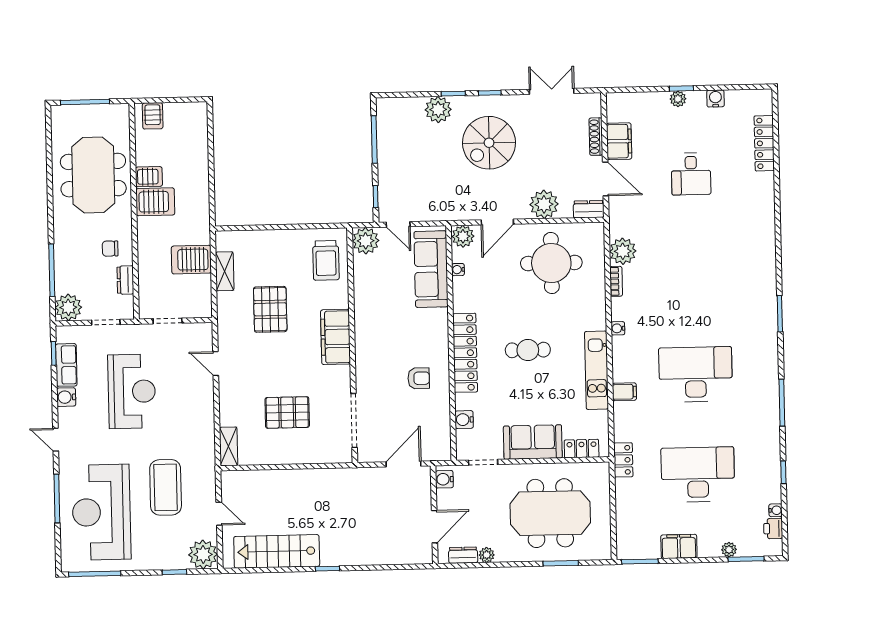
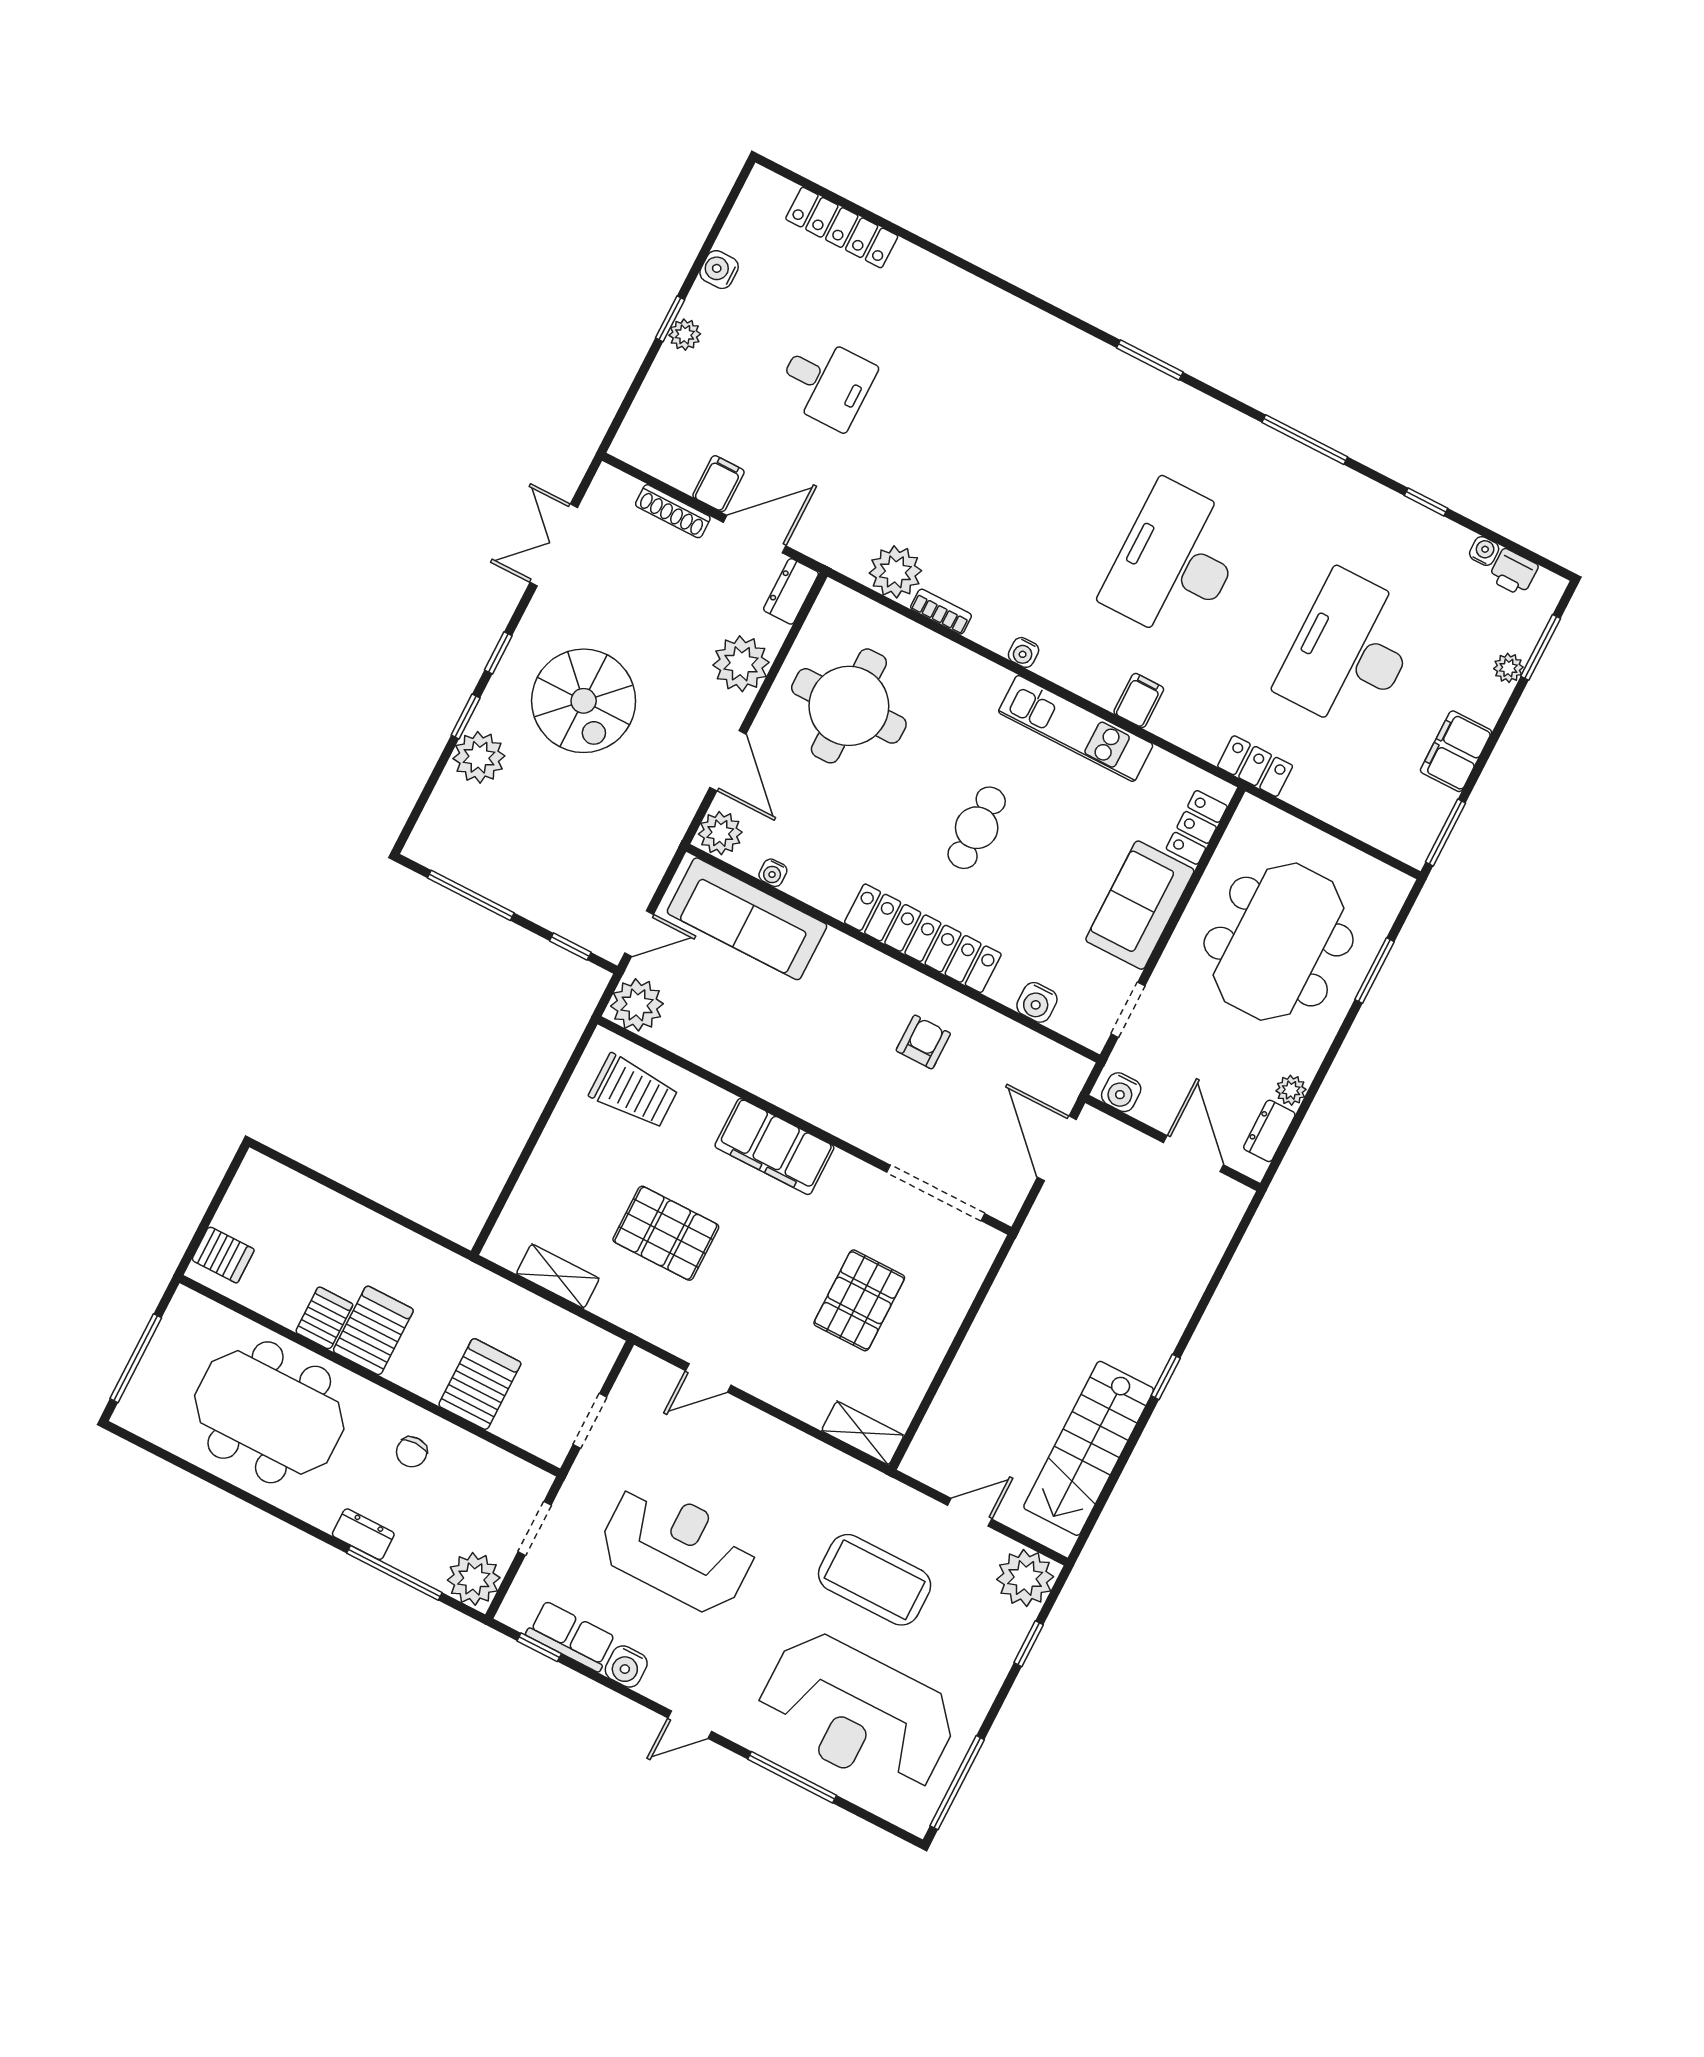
filing cabinet: (619, 141) -> (718, 484), width x0.50
server rack: (191, 260) -> (480, 1384), moved, turned 180
dresser: (125, 280) -> (363, 1534), moved, turned 180

